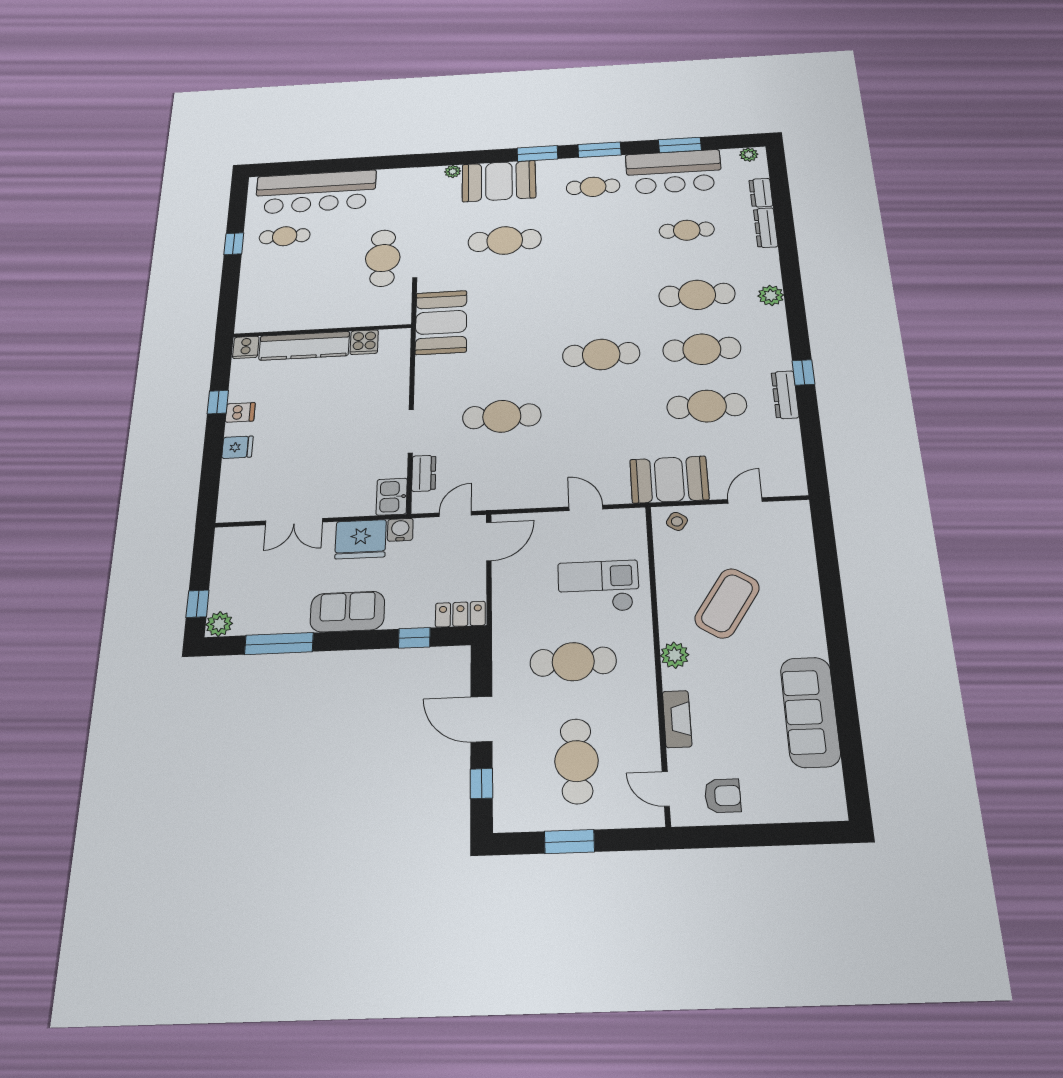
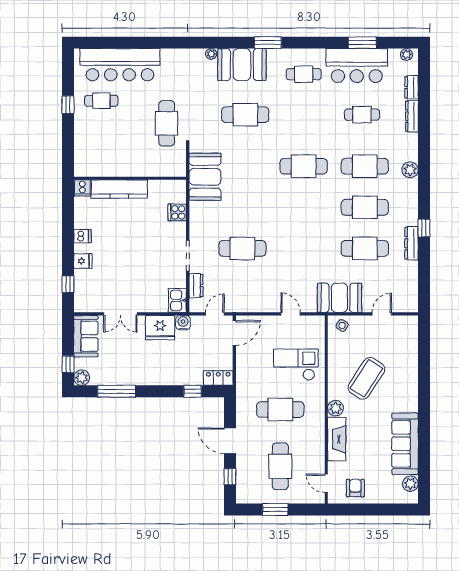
window: (600, 150) -> (309, 43), removed
cooker: (364, 342) -> (177, 212), moved, turned 90
cafe table: (601, 354) -> (304, 166), moved
window: (218, 402) -> (68, 284), moved
sofa: (347, 612) -> (86, 336), moved, turned 90
fireplace: (677, 719) -> (337, 439), width x1.37, depth x1.32
plant: (829, 784) -> (410, 484), added
armchair: (723, 796) -> (355, 488), turned -90

